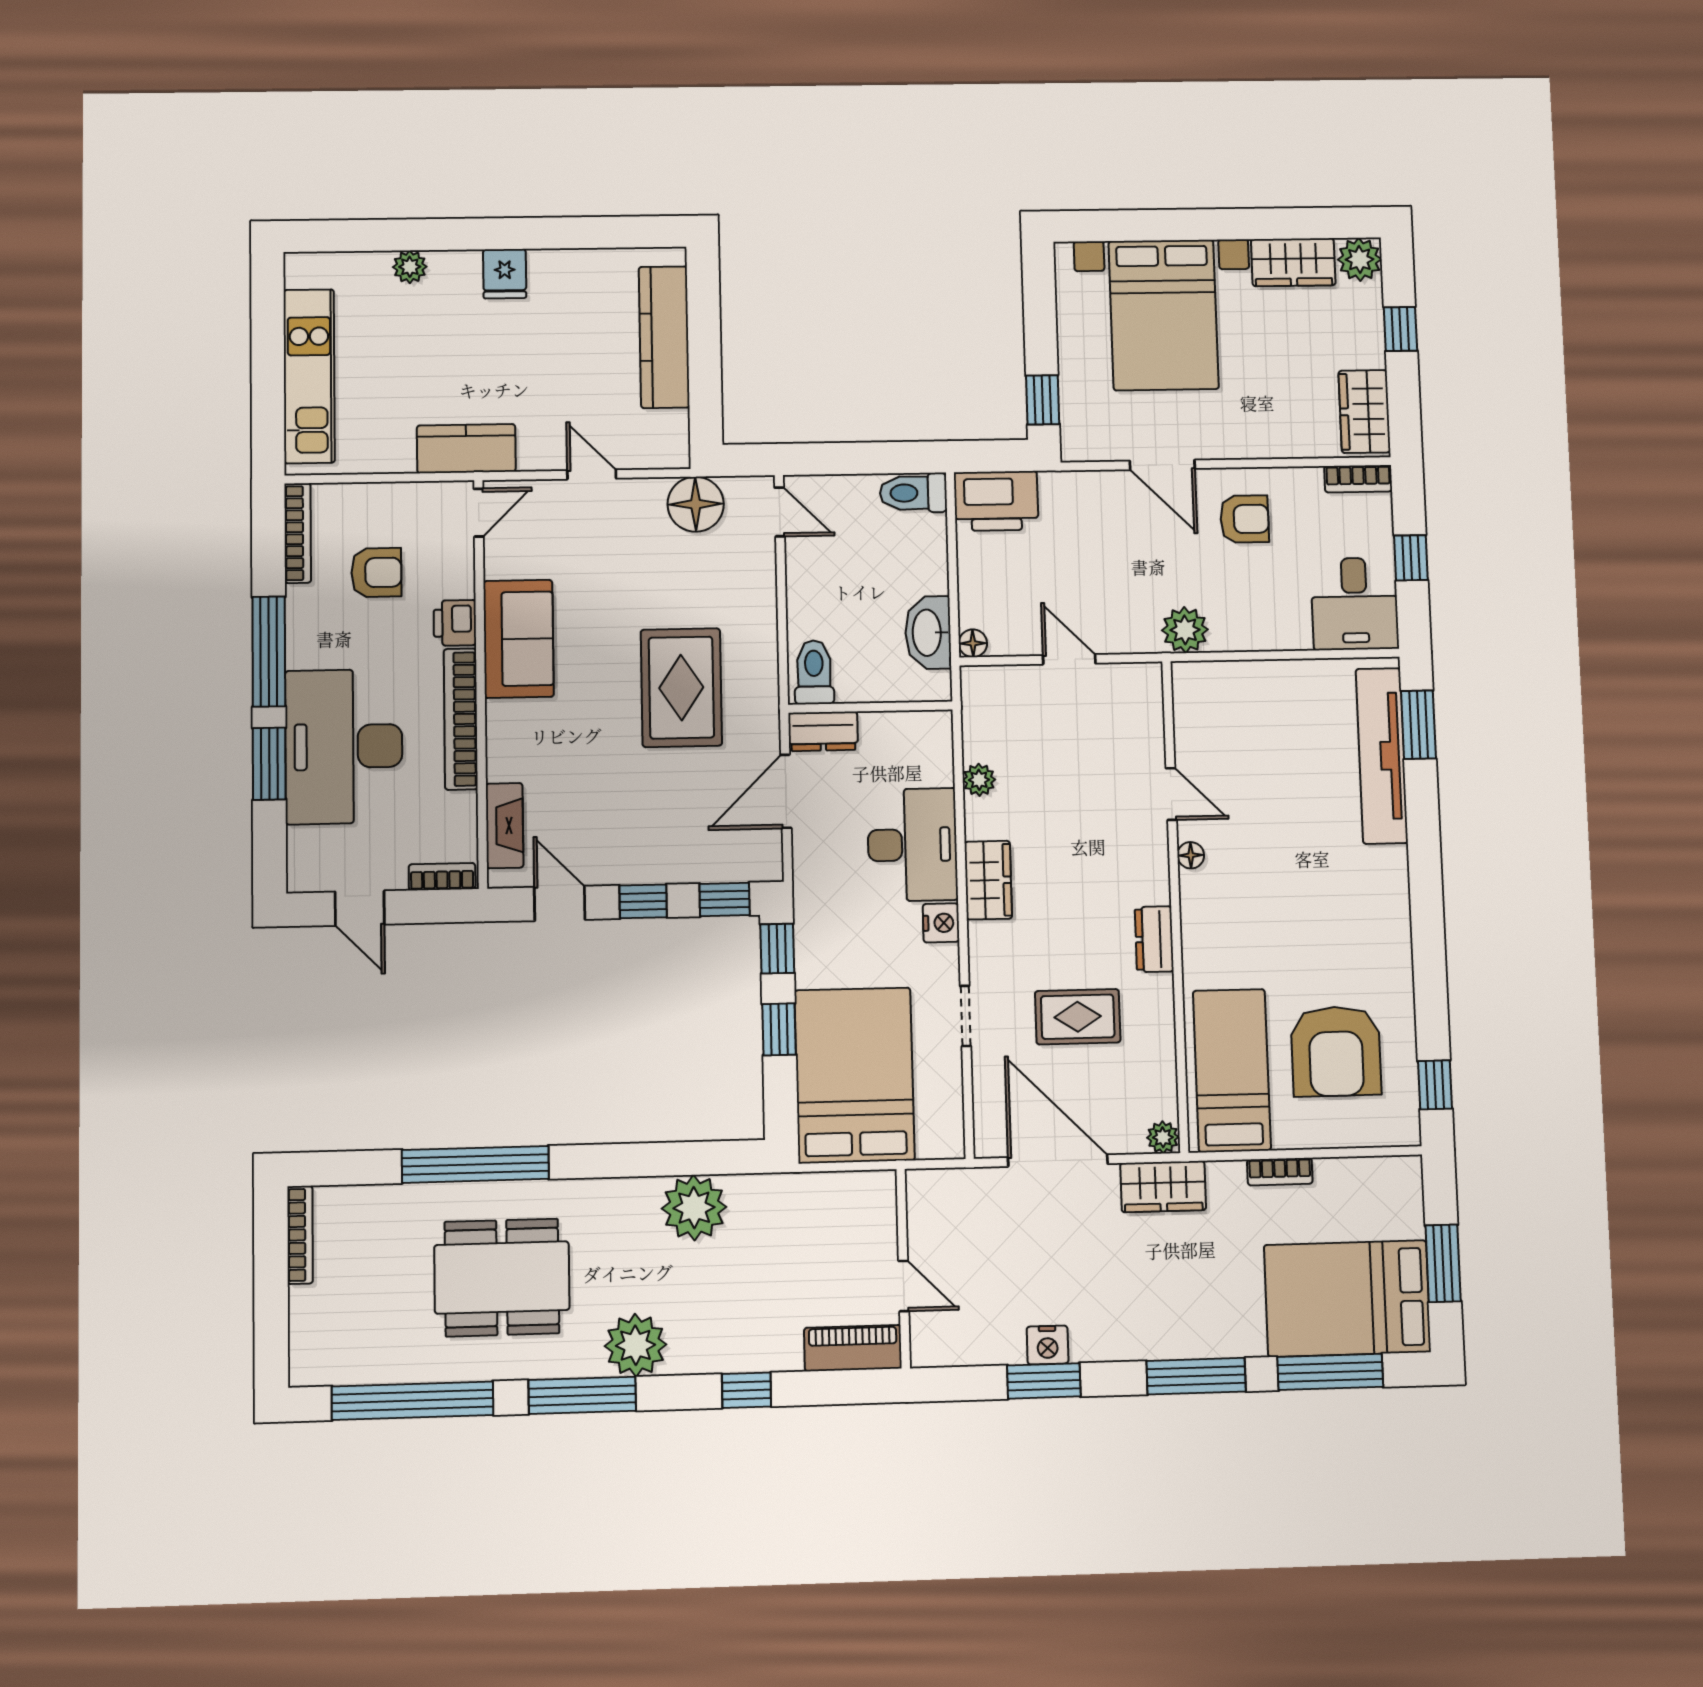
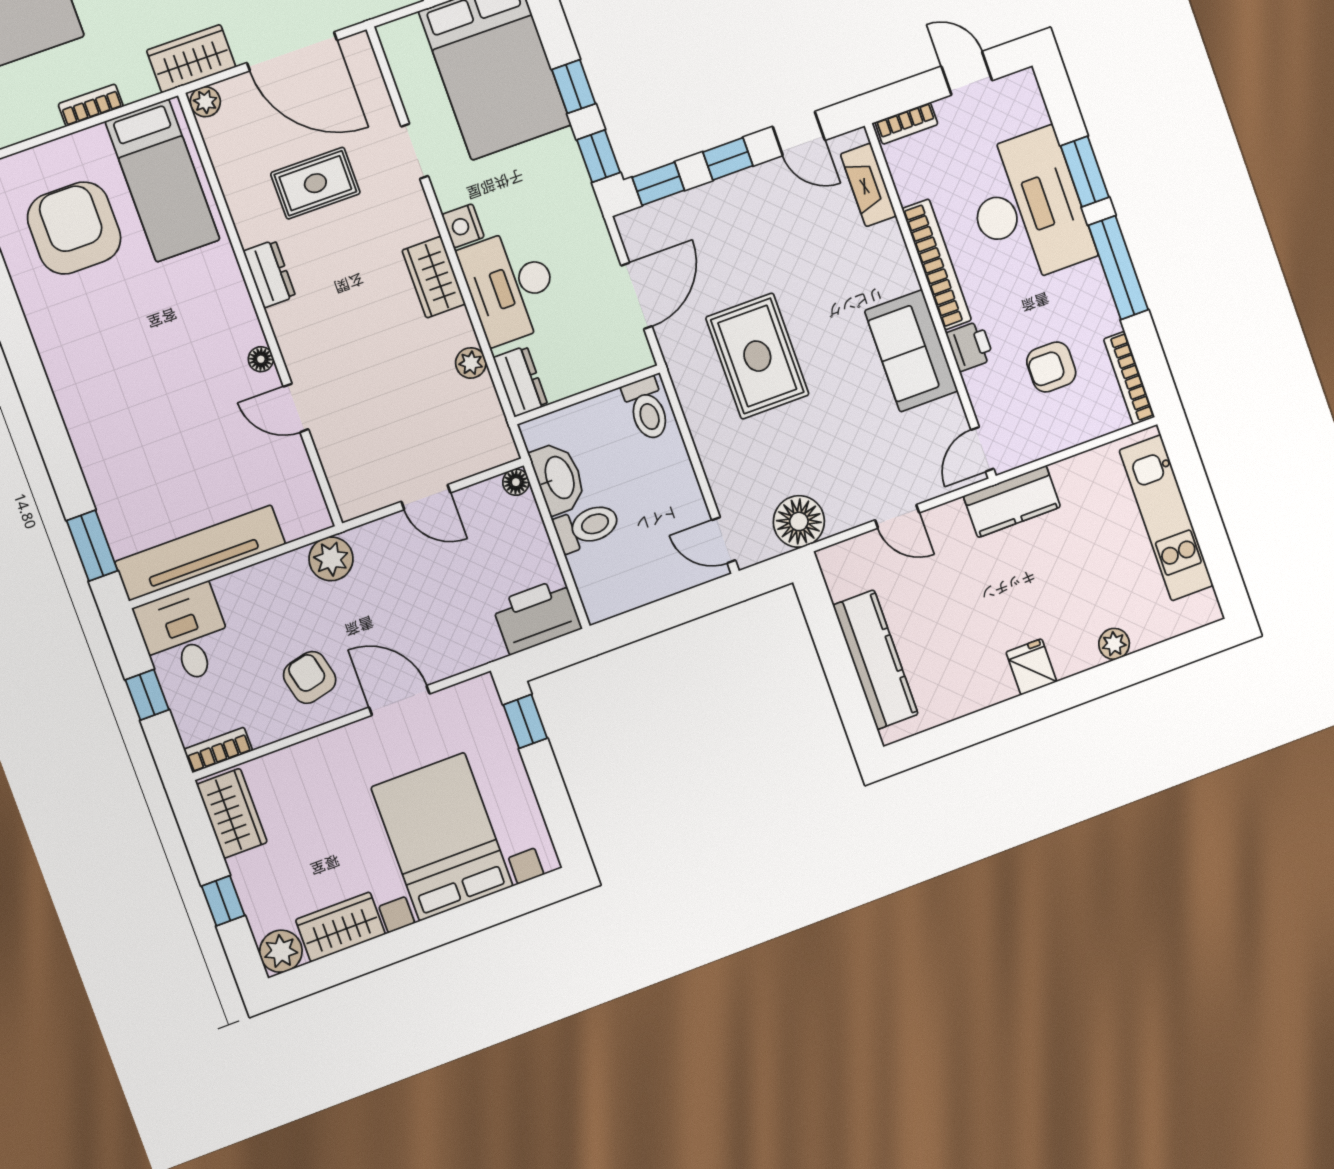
toilet: (913, 493) -> (587, 527), moved
armchair: (1244, 519) -> (310, 677), turned 77
dresser: (823, 731) -> (521, 381), moved, turned 90
tv unit: (1382, 756) -> (200, 553), moved, turned -90

